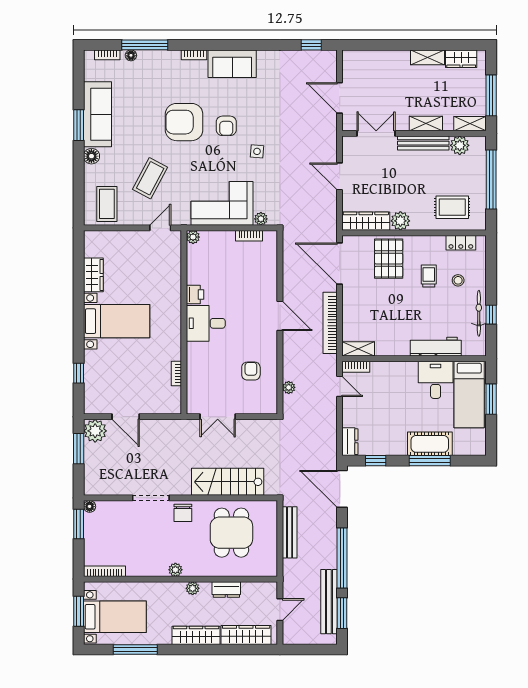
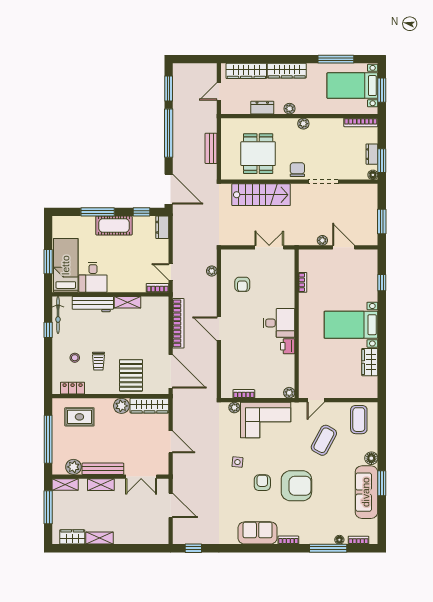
bicycle: (479, 313) -> (58, 315), moved
shelving: (358, 349) -> (128, 302), moved
plant: (95, 431) -> (322, 240), moved, width x0.53, depth x0.53
cot: (430, 444) -> (114, 225), moved
dresser: (91, 532) -> (372, 154), added
bench: (290, 532) -> (211, 148), width x0.73
bench: (329, 602) -> (179, 98), removed

